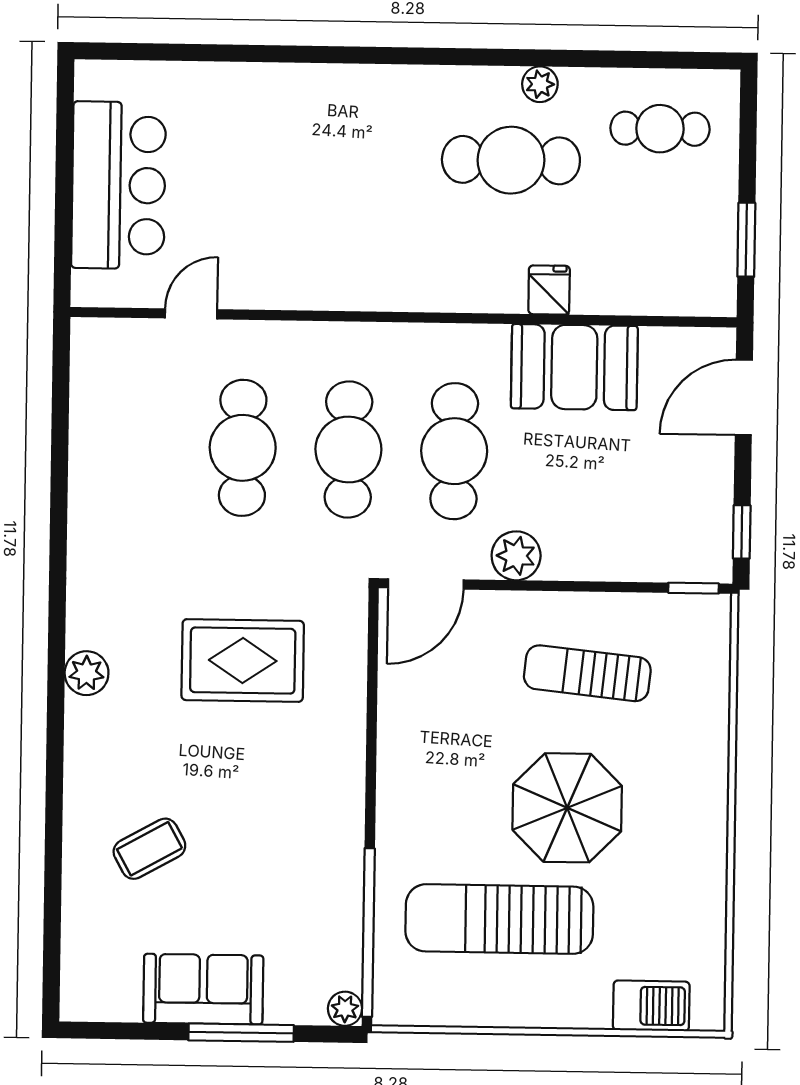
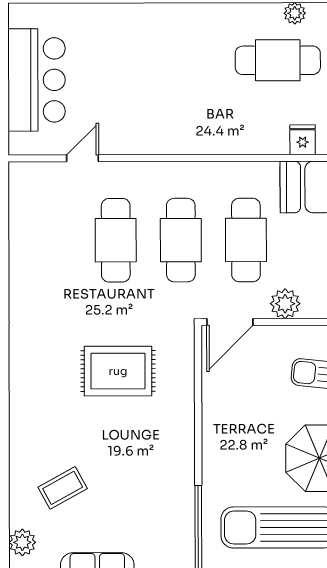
plant: (87, 673) -> (22, 542), moved

